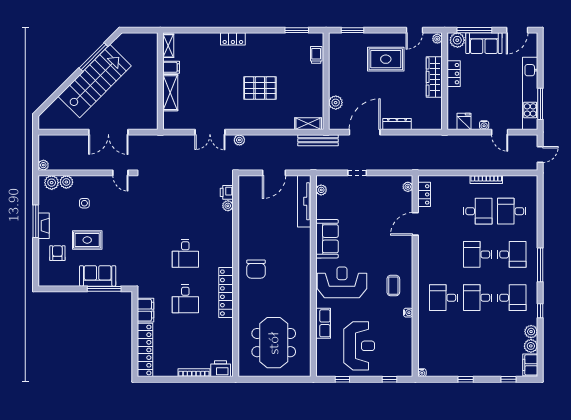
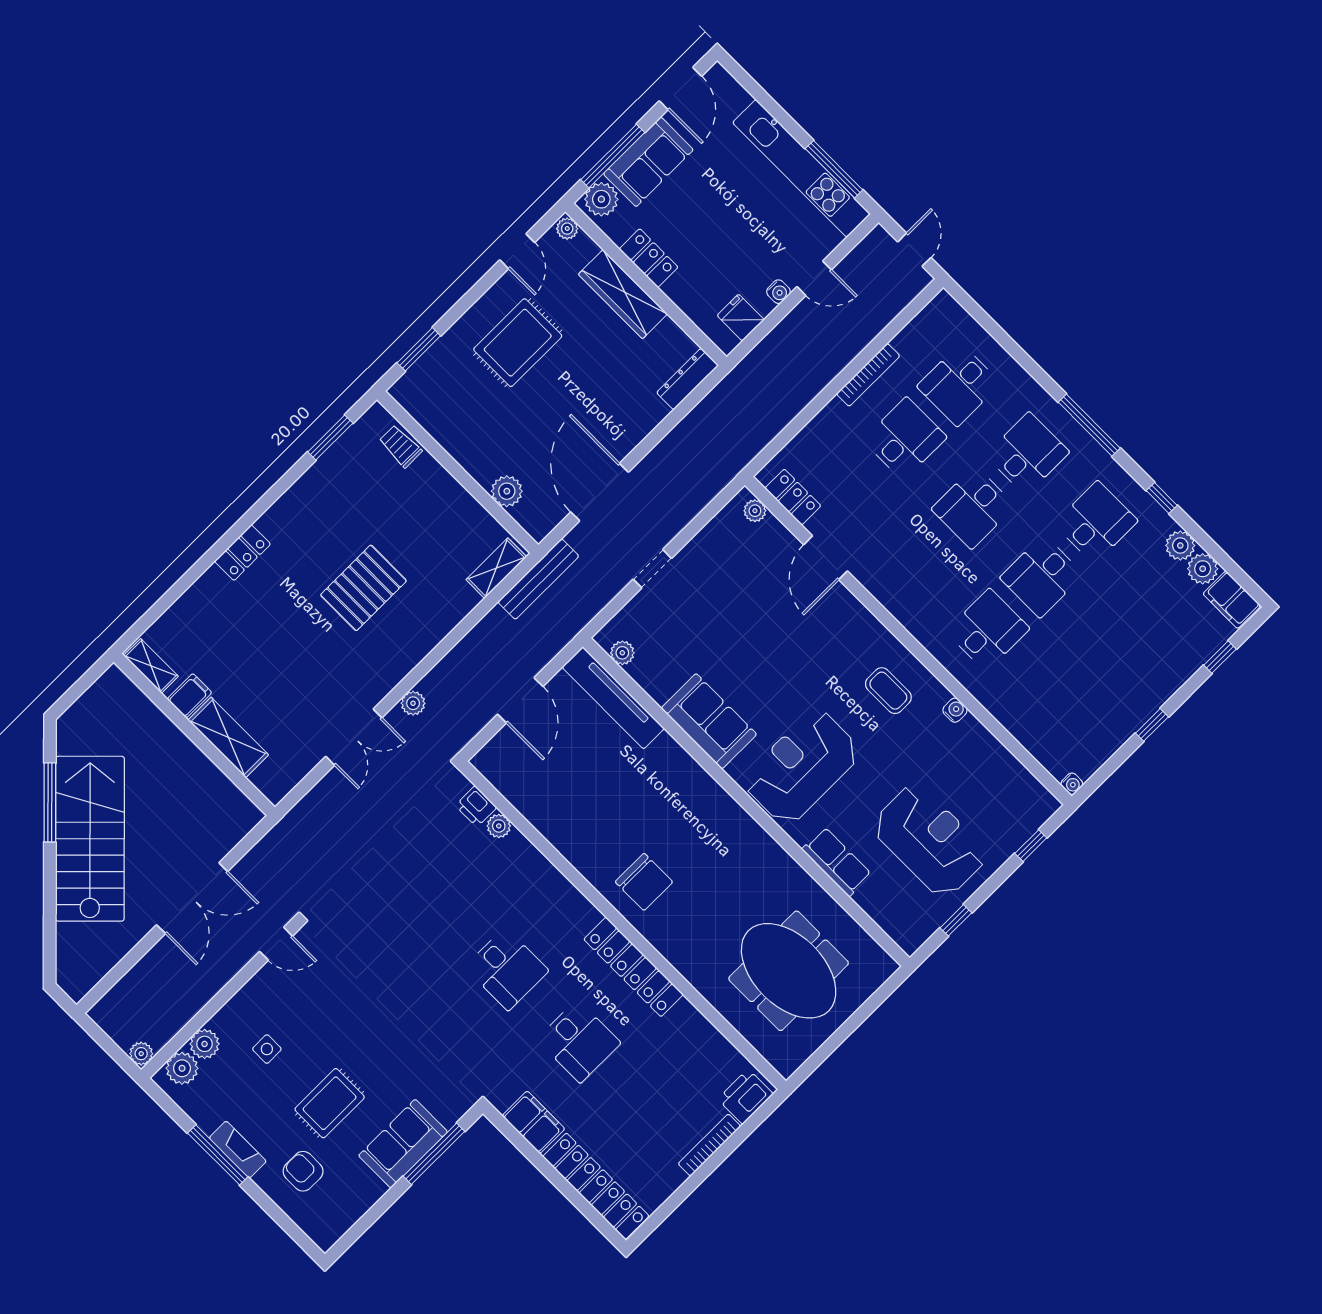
dresser: (397, 124) -> (687, 379), moved
desk: (444, 298) -> (988, 630), turned 180

